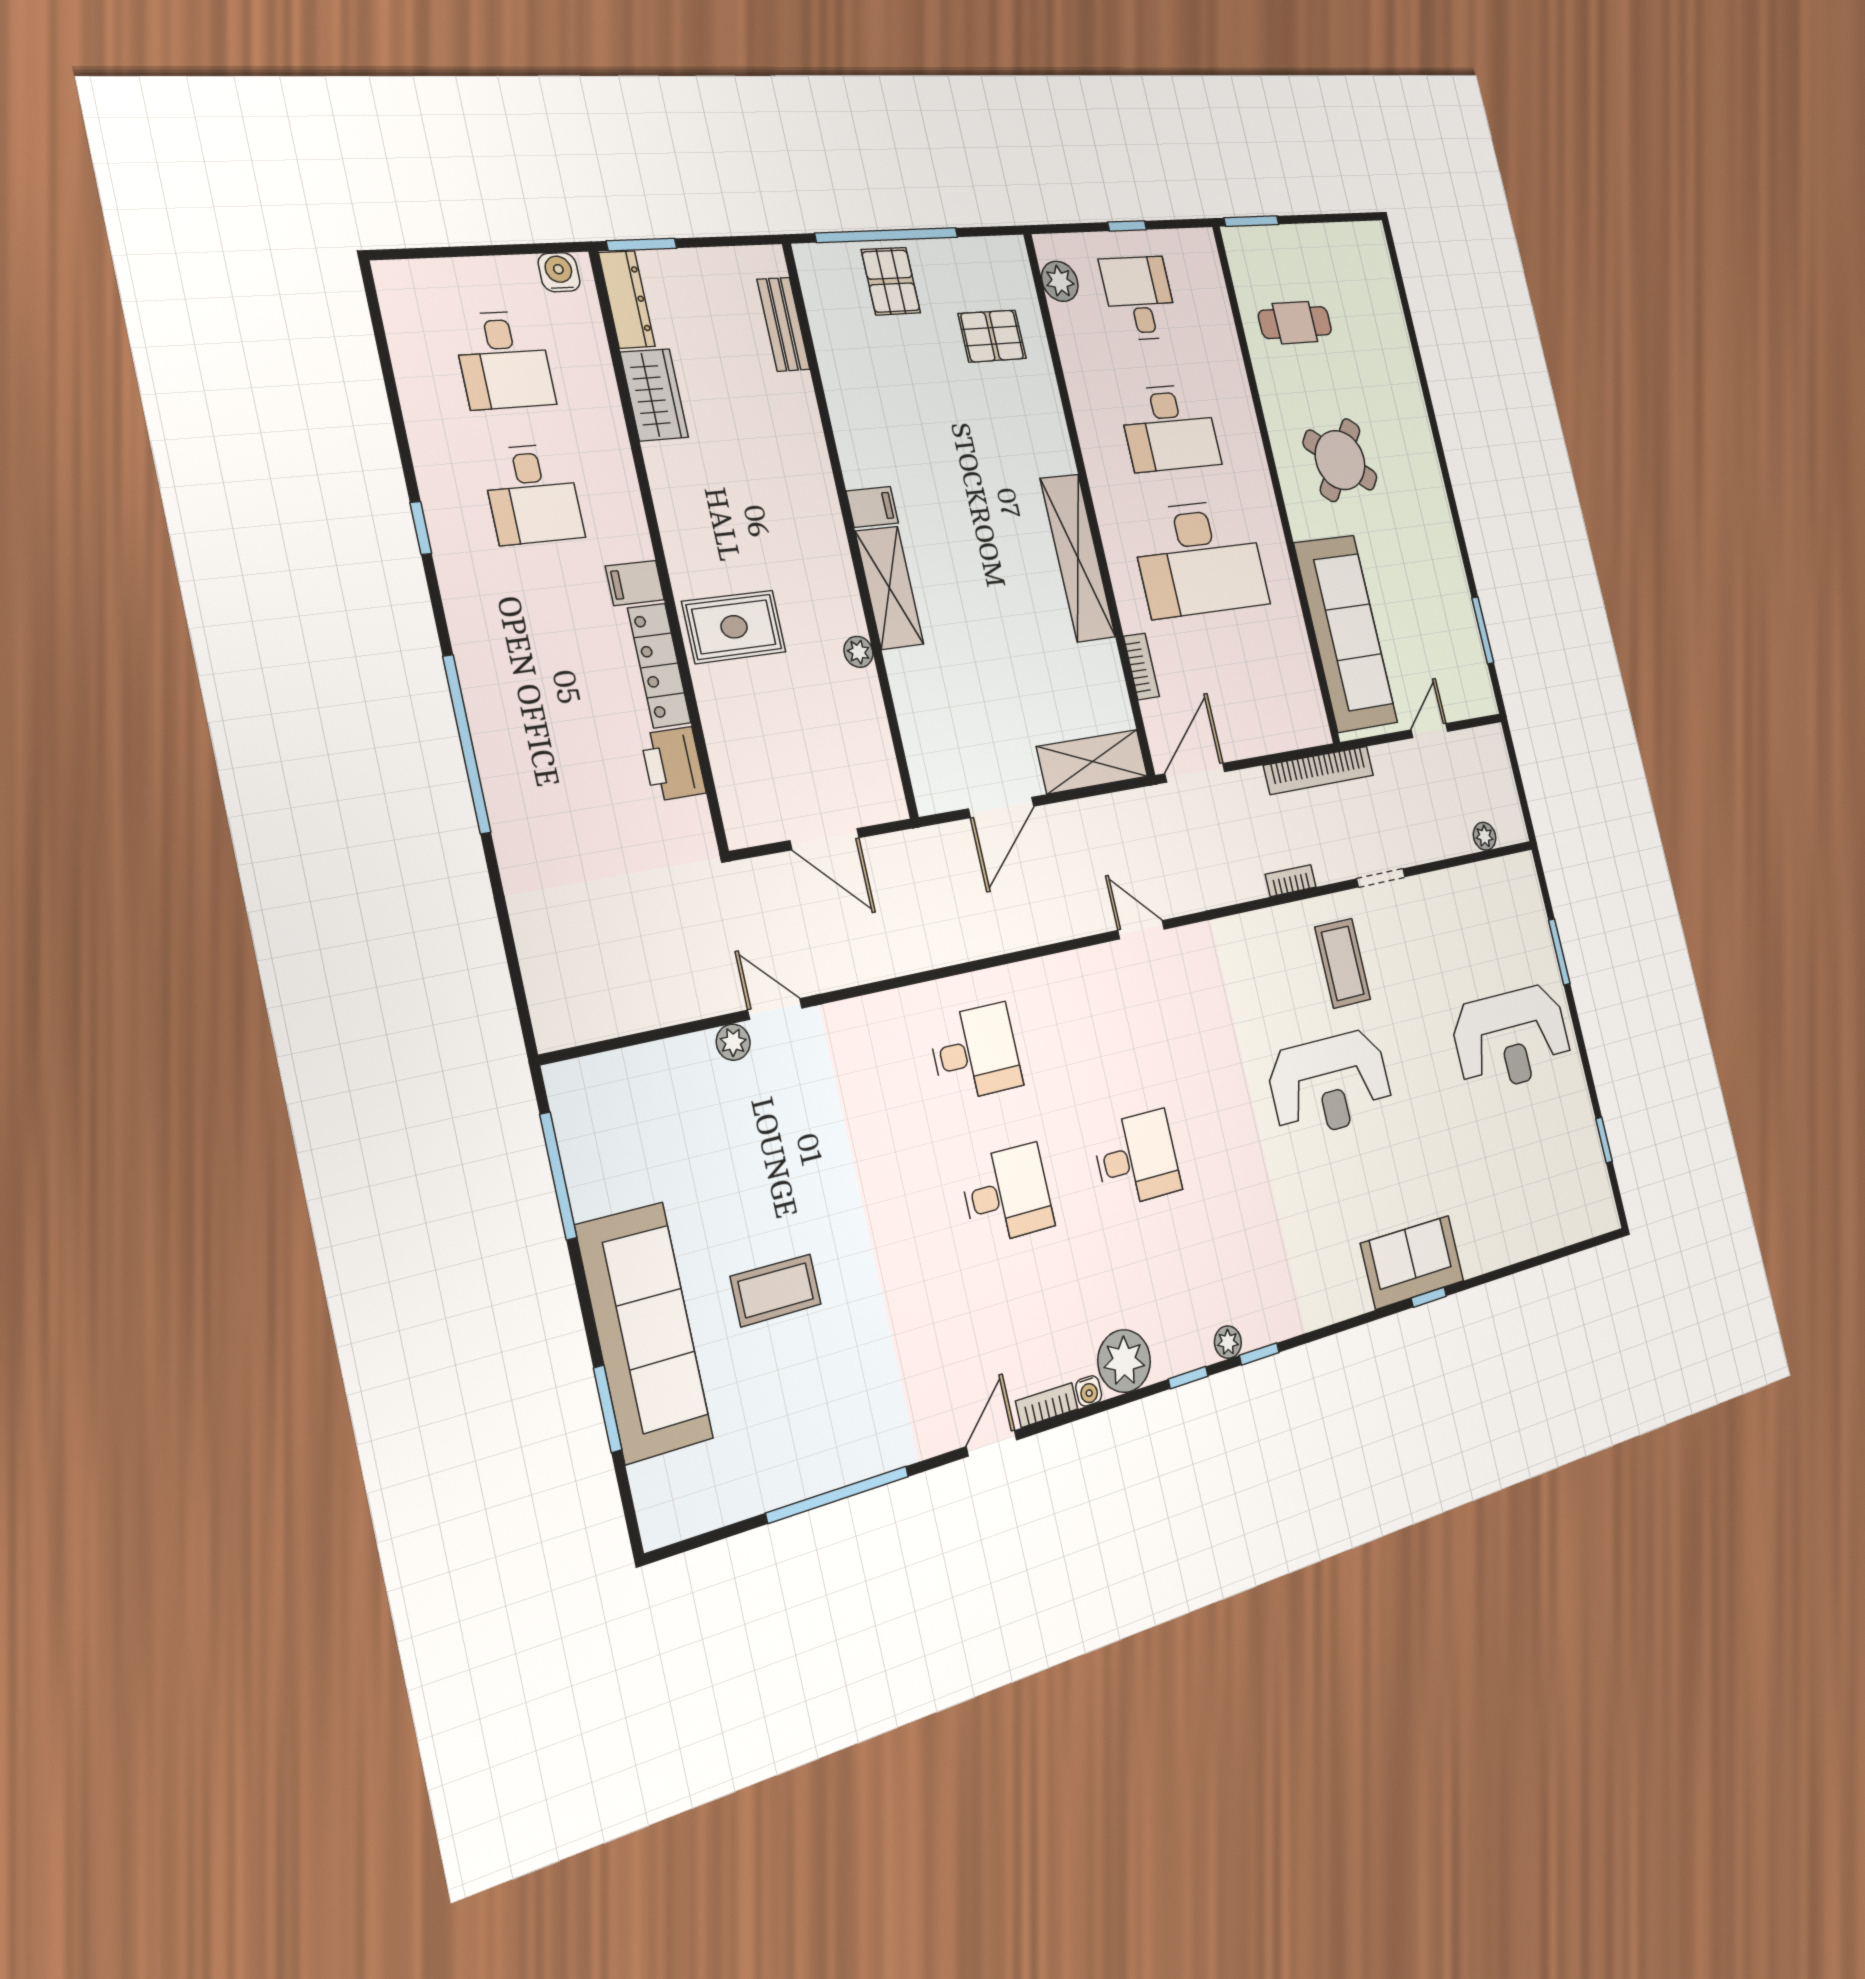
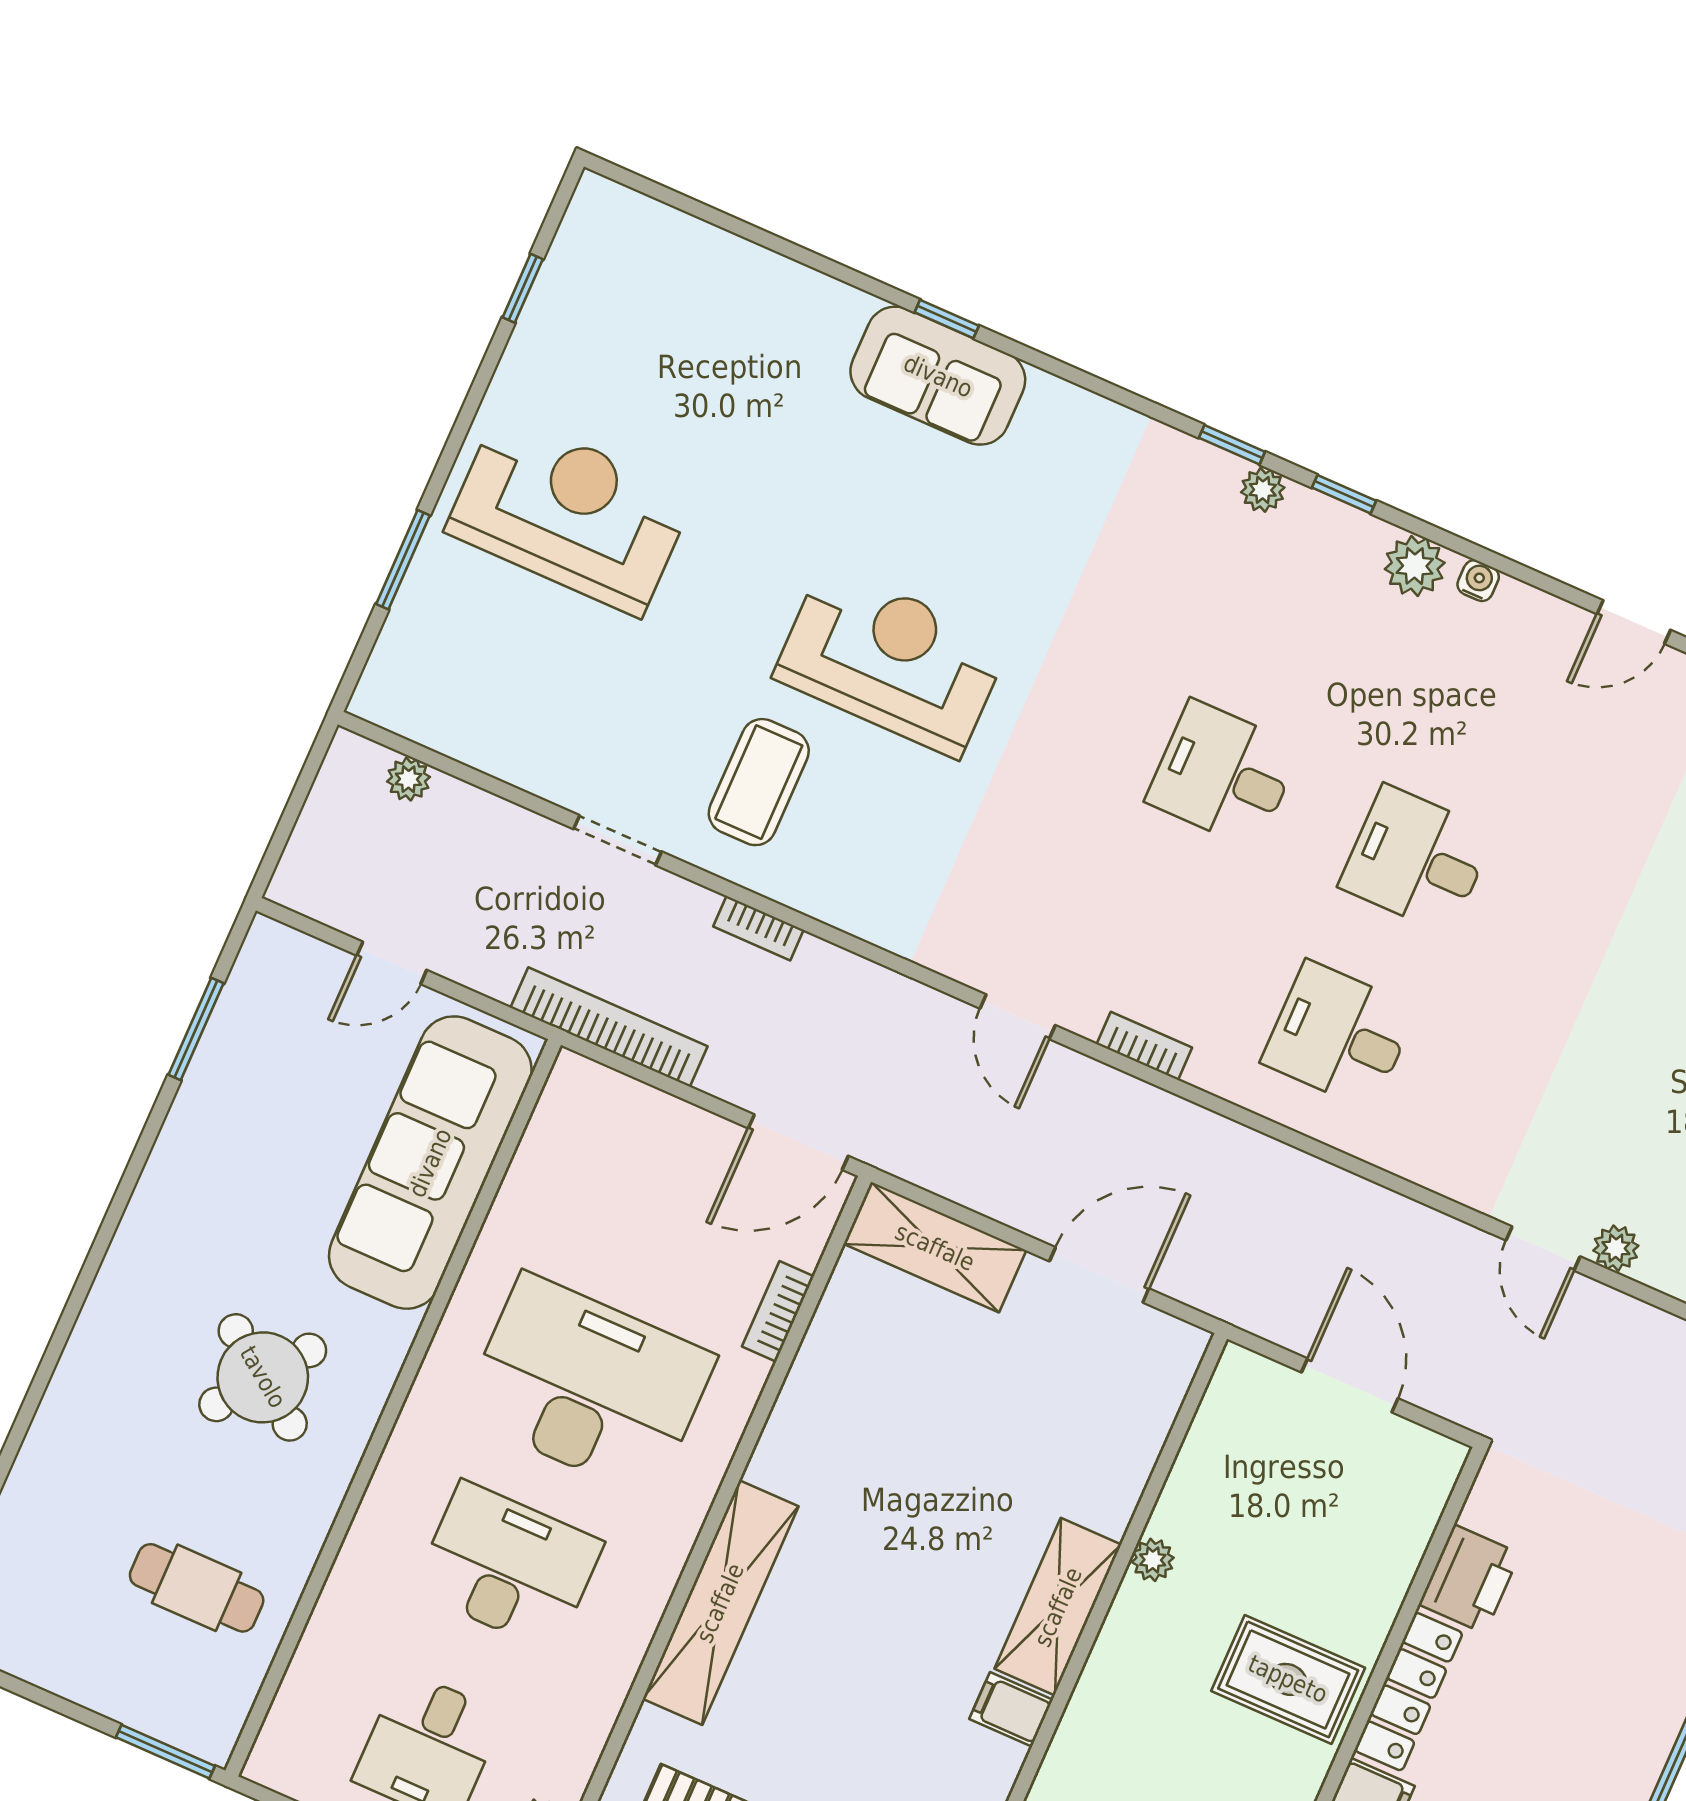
shelving: (1078, 558) -> (720, 1603), moved
plant: (1124, 1361) -> (1415, 566), width x0.73, depth x0.73
bookcase: (1047, 1405) -> (1144, 1046), moved, turned 180

